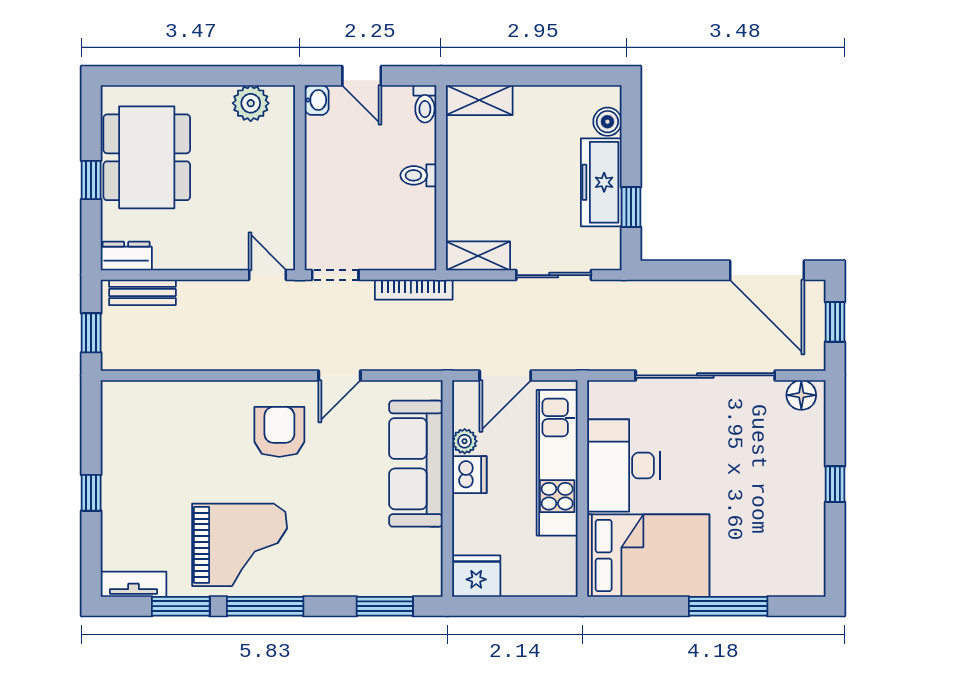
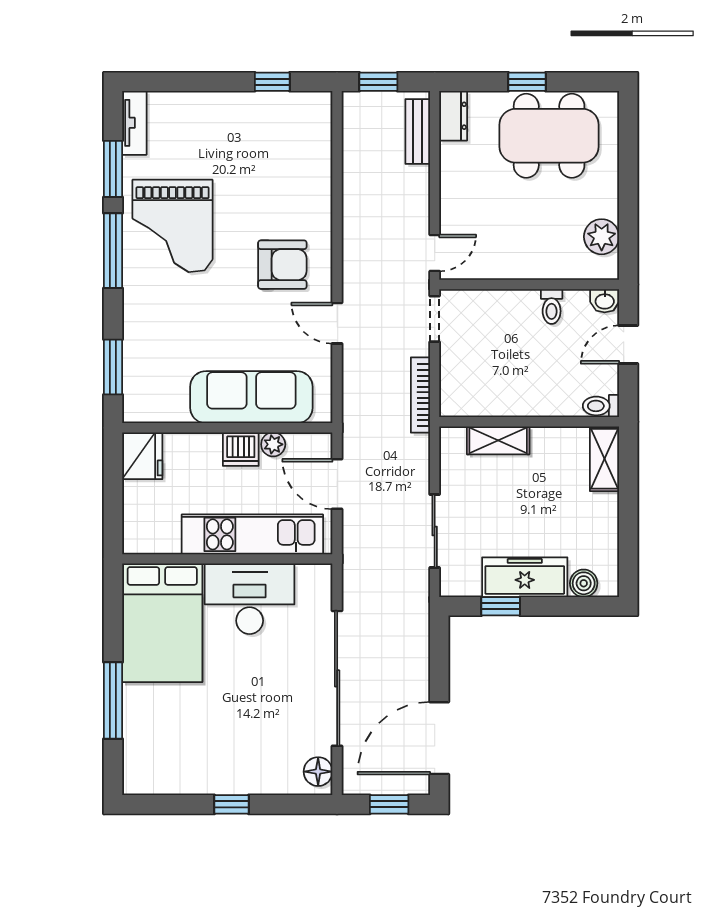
toilet: (418, 175) -> (552, 306), moved, turned 180
shelving: (478, 256) -> (498, 440), moved, turned 90
window: (91, 493) -> (272, 82), moved

